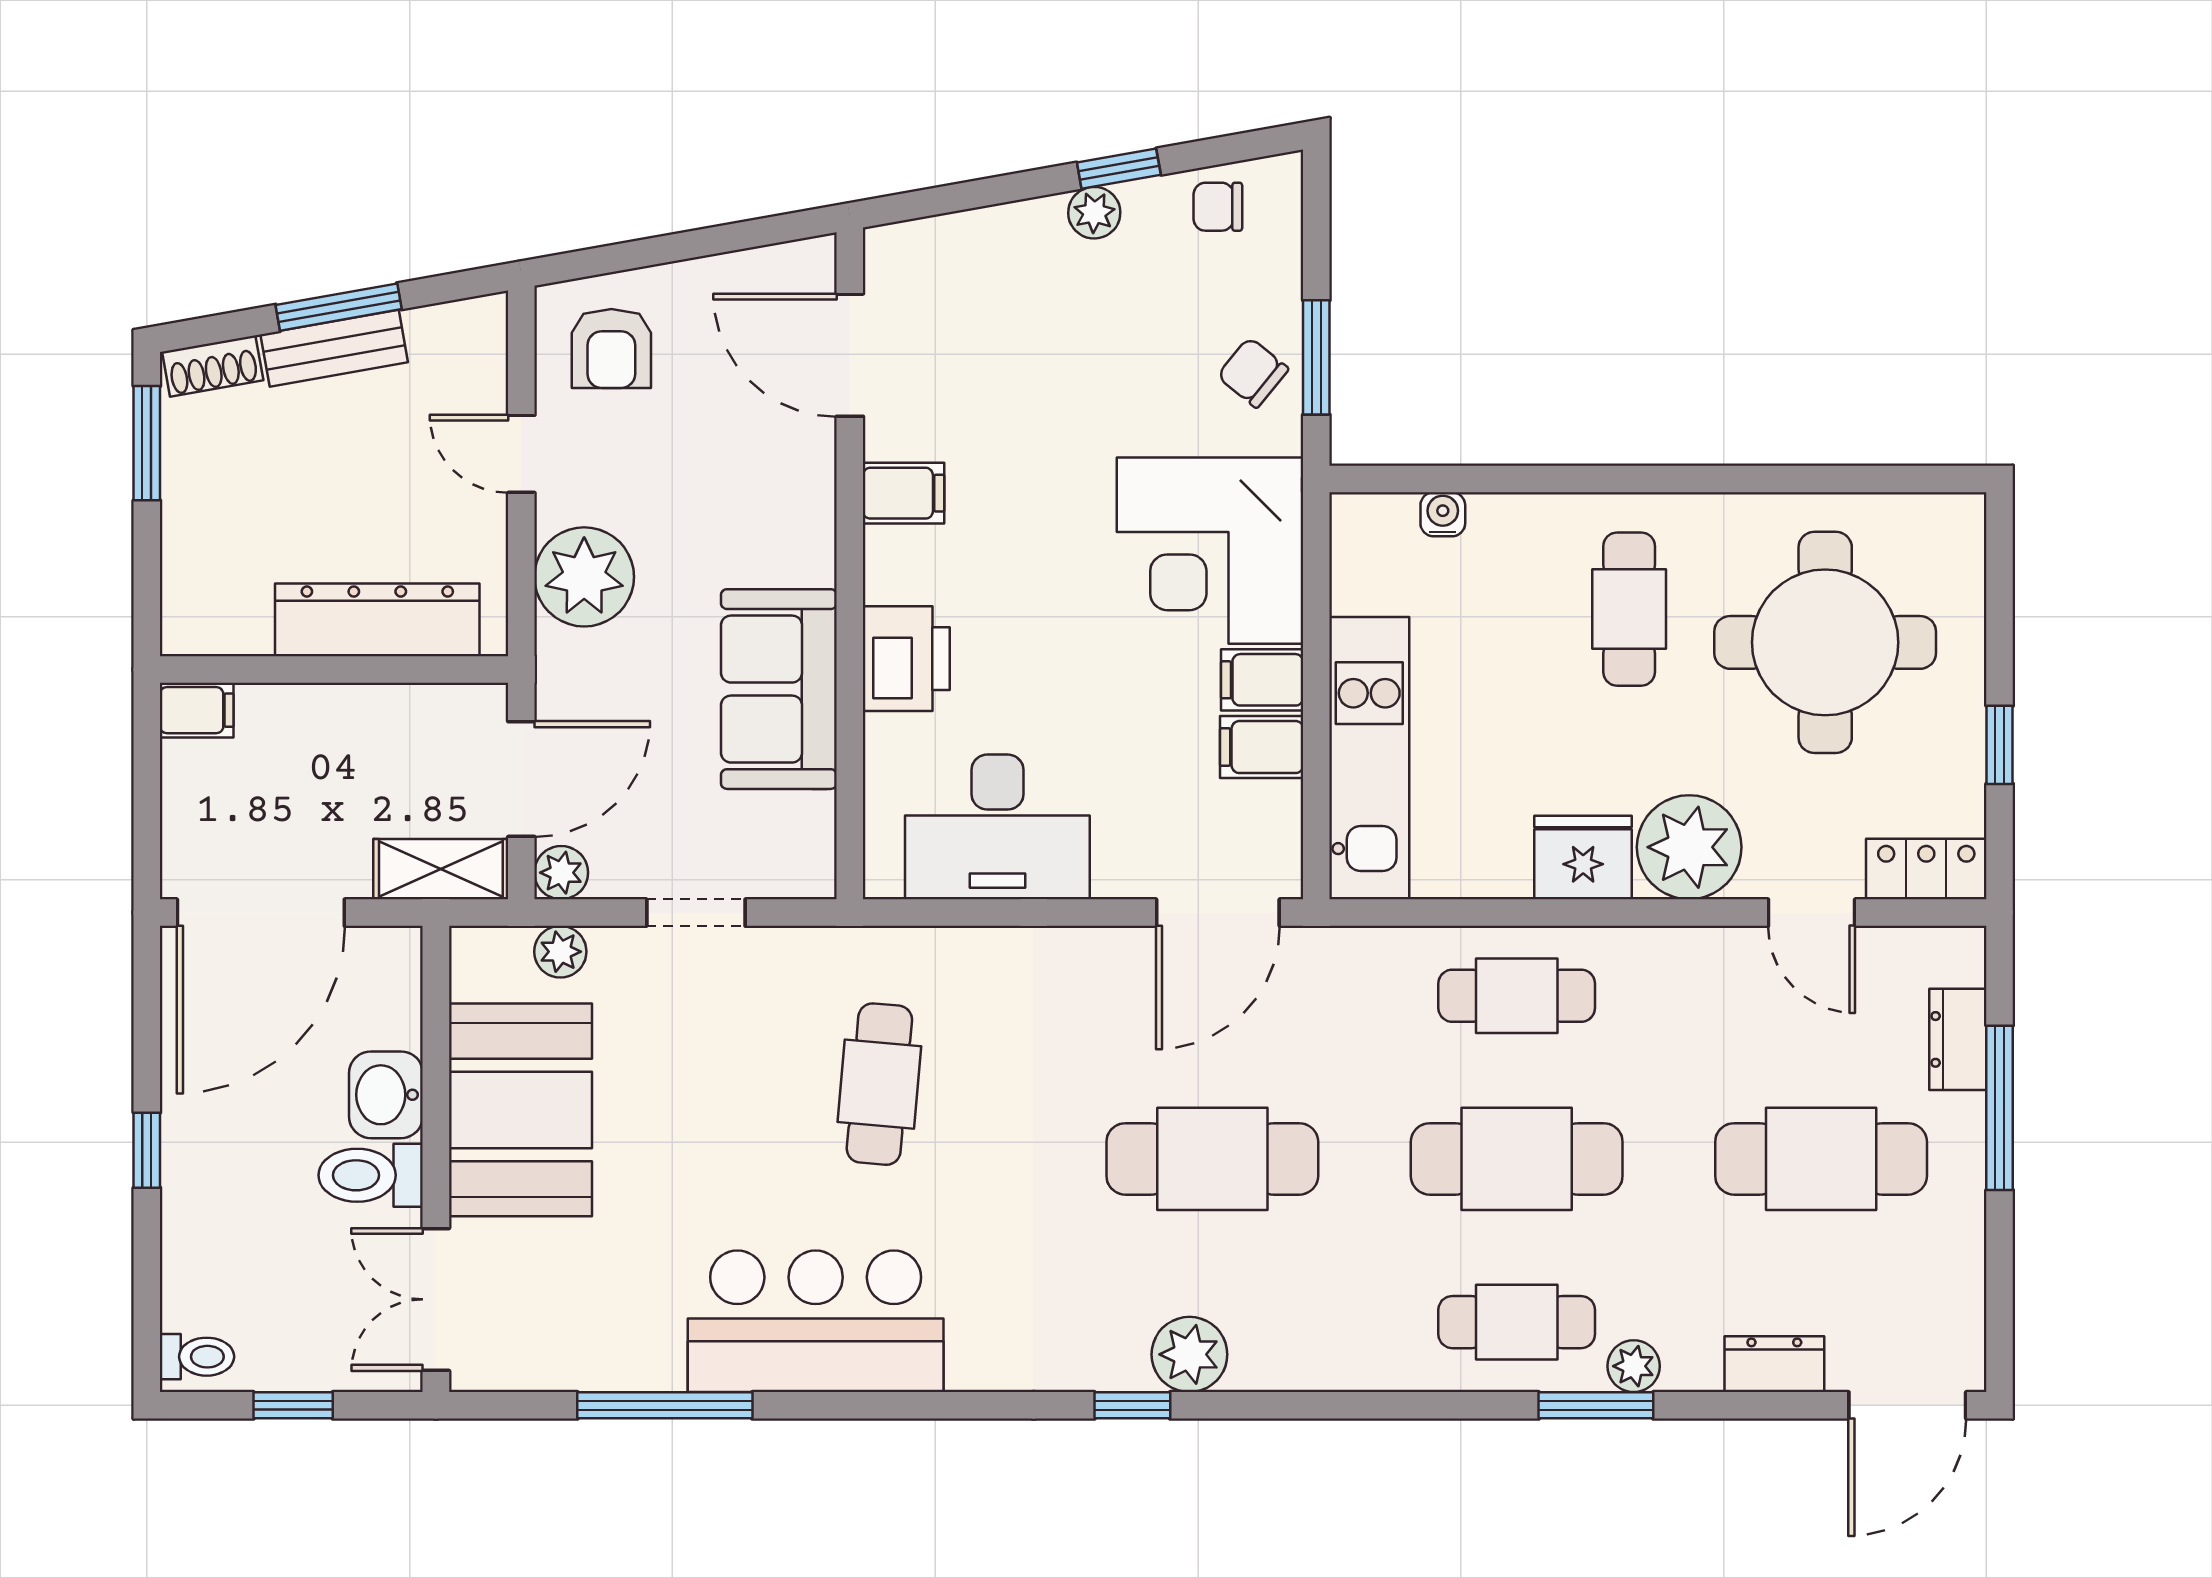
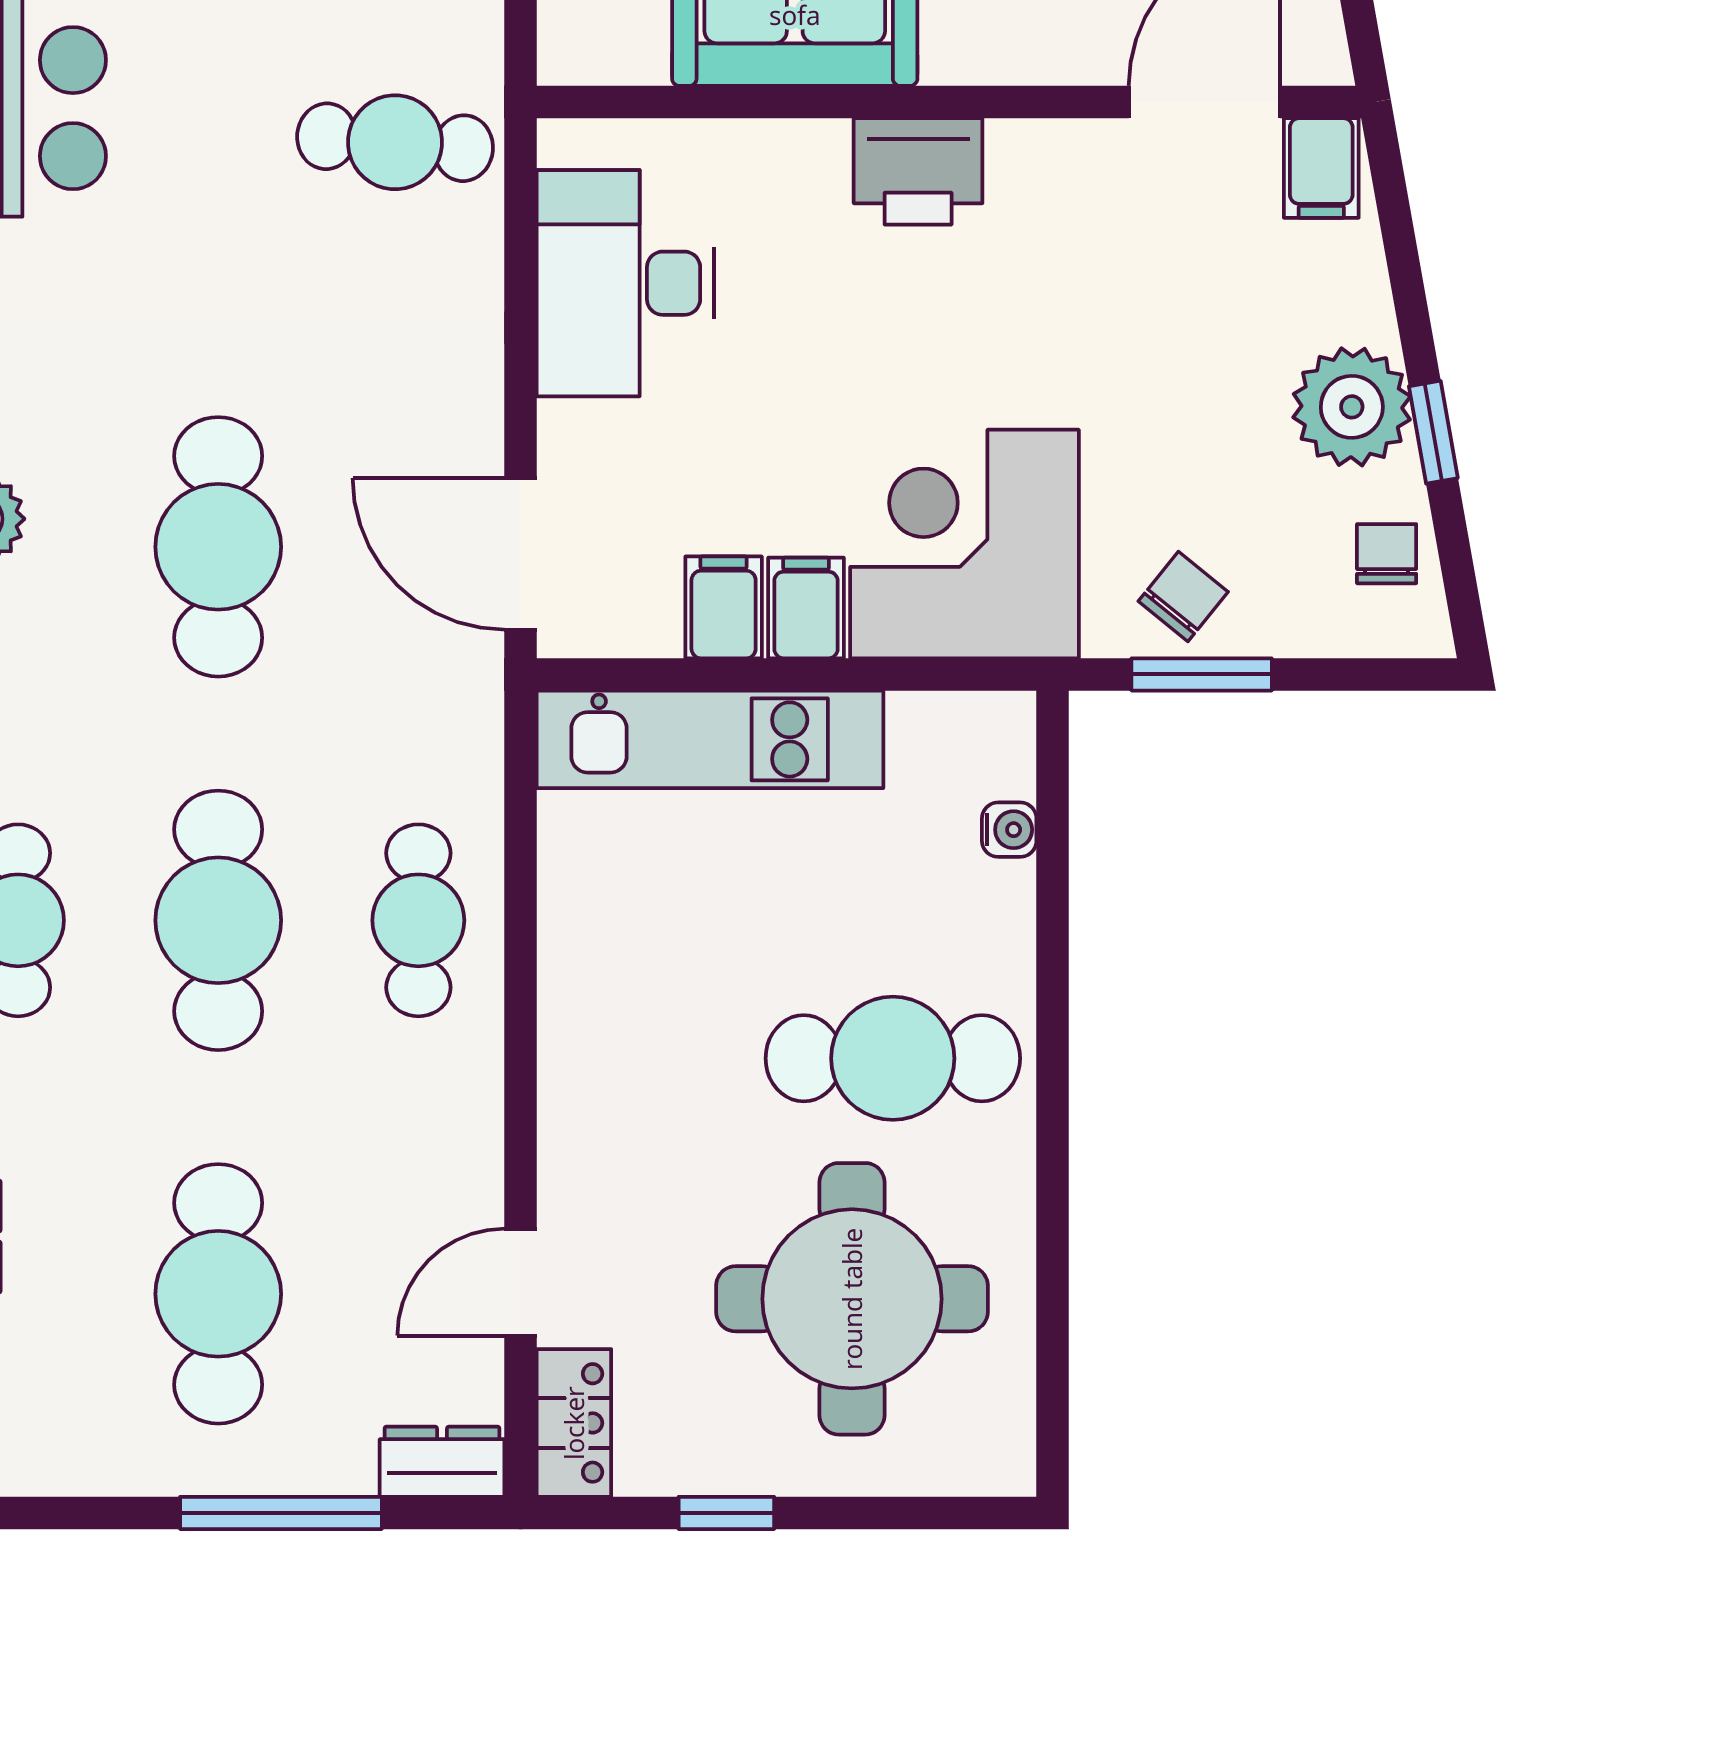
plant: (1094, 213) -> (1352, 407), width x1.87, depth x1.87
filing cabinet: (904, 493) -> (1321, 168), moved
cafe table: (1629, 609) -> (893, 1058), width x1.37, depth x1.35
printer: (906, 659) -> (918, 171), moved
plant: (1689, 847) -> (601, 1132), removed
fridge: (1583, 858) -> (588, 1002), removed
dresser: (1958, 1039) -> (442, 1462), moved
cafe table: (879, 1084) -> (395, 142), moved

